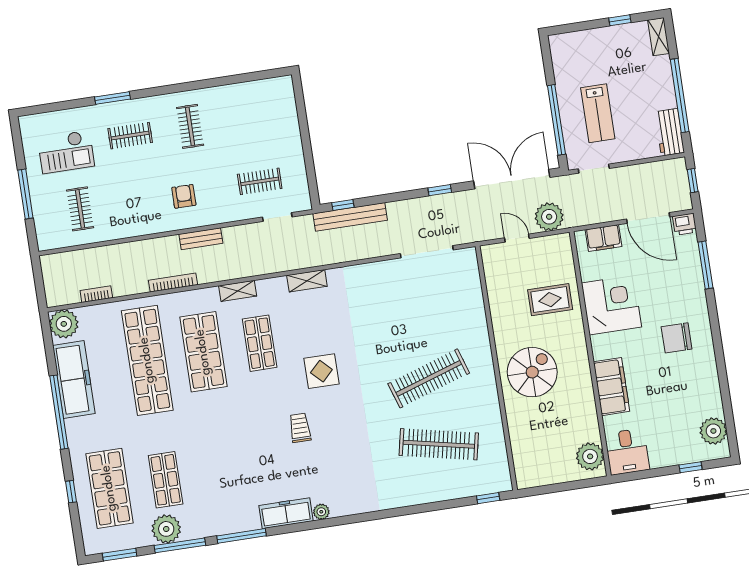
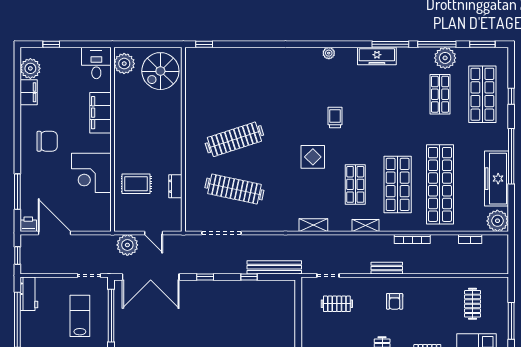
window: (343, 205) -> (249, 277), moved
filing cabinet: (603, 238) -> (29, 92), moved, turned 90
dresser: (497, 304) -> (175, 186), added
spiral stairs: (532, 372) -> (160, 71), moved
trolley: (300, 428) -> (335, 117), turned 180
clothes rail: (439, 444) -> (234, 189), moved
freezer: (286, 513) -> (377, 56), moved

